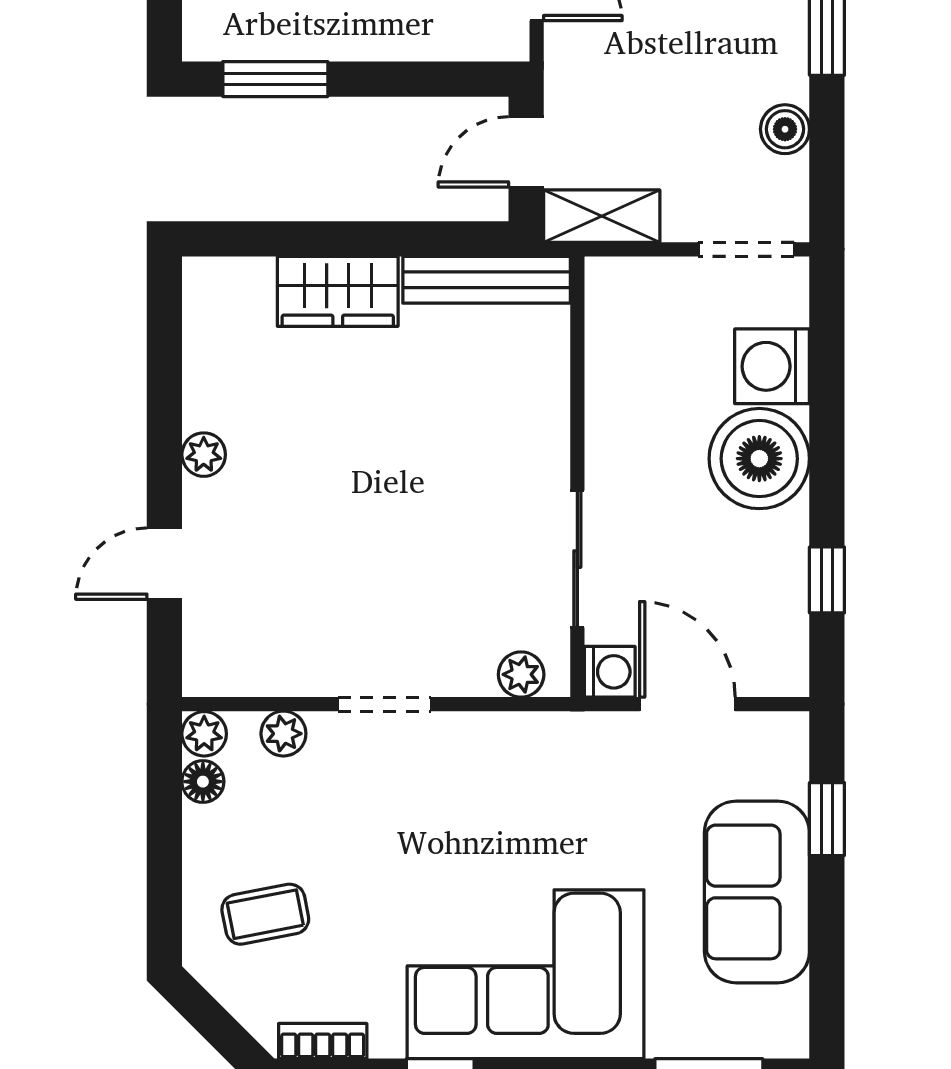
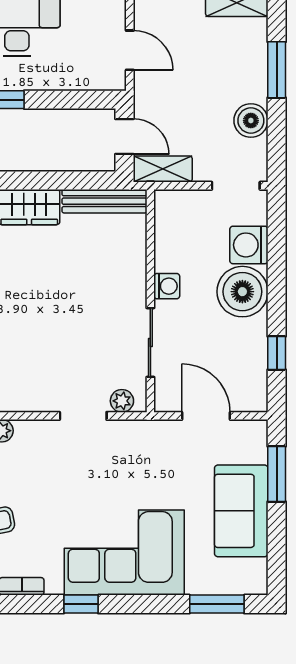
boiler: (785, 129) -> (251, 121), width x1.36, depth x1.36
door: (526, 152) -> (124, 136), swing flipped
washing machine: (610, 672) -> (167, 286), moved
doorway: (384, 704) -> (83, 416), moved
window: (827, 819) -> (277, 474), width x1.50

